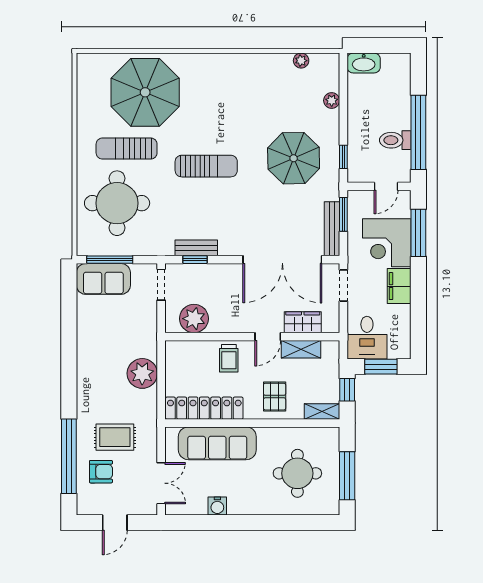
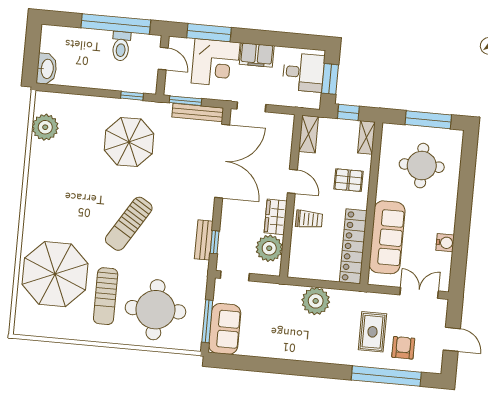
plant: (301, 61) -> (45, 127), width x1.87, depth x1.87
plant: (332, 100) -> (79, 102), removed
sun lounger: (206, 166) -> (129, 224), turned -148
wardrobe: (303, 322) -> (276, 217), moved
desk: (367, 338) -> (303, 72), moved
shelving: (301, 349) -> (309, 134), moved

